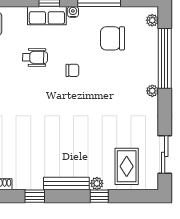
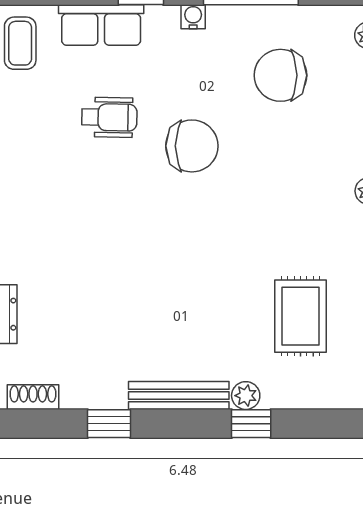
row of seats: (47, 16) -> (101, 25), moved
chair: (72, 70) -> (192, 146), width x1.87, depth x1.87
rug: (127, 166) -> (300, 316), moved

